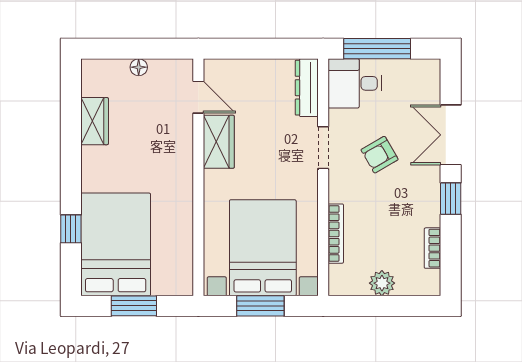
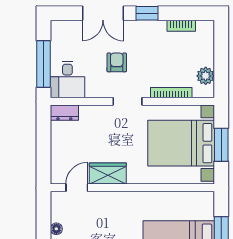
dresser: (307, 88) -> (64, 113), width x0.70
doorway: (323, 148) -> (127, 101), moved
armchair: (380, 155) -> (117, 62), turned -150
plant: (382, 283) -> (206, 76), moved

